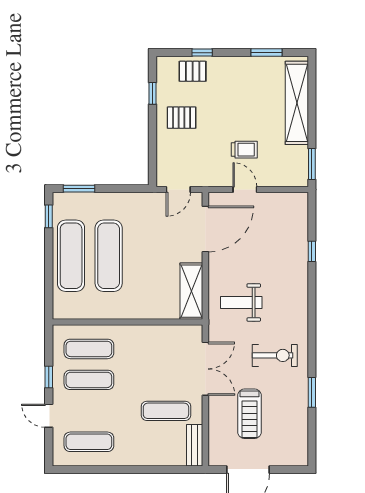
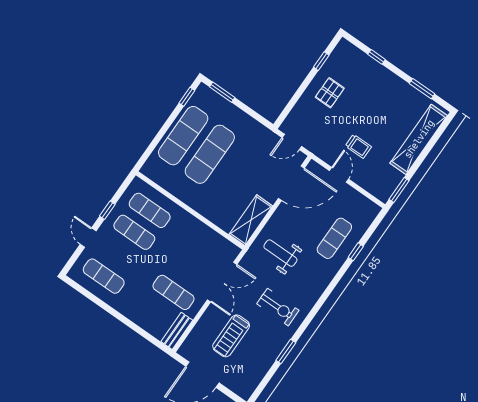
pallet: (193, 71) -> (361, 65), removed
pallet: (182, 118) -> (330, 93), turned 90
exercise mat: (283, 253) -> (334, 238), added

